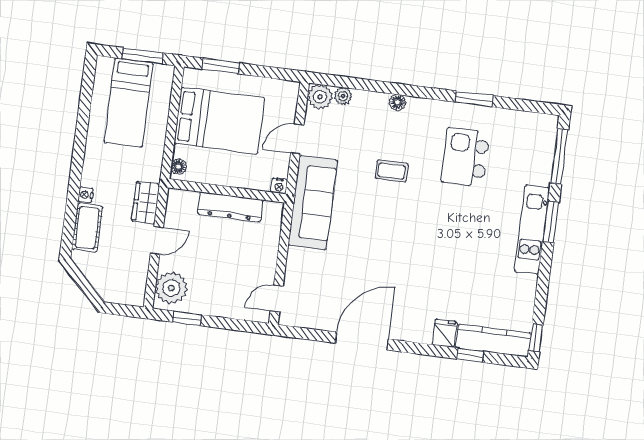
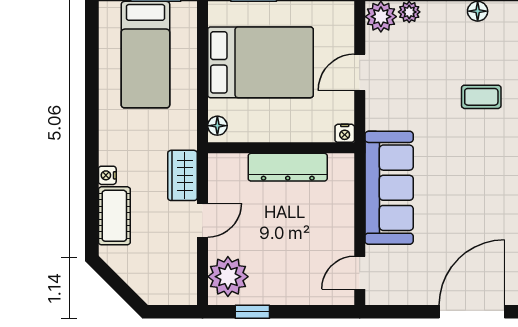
sofa: (313, 203) -> (389, 188), moved

